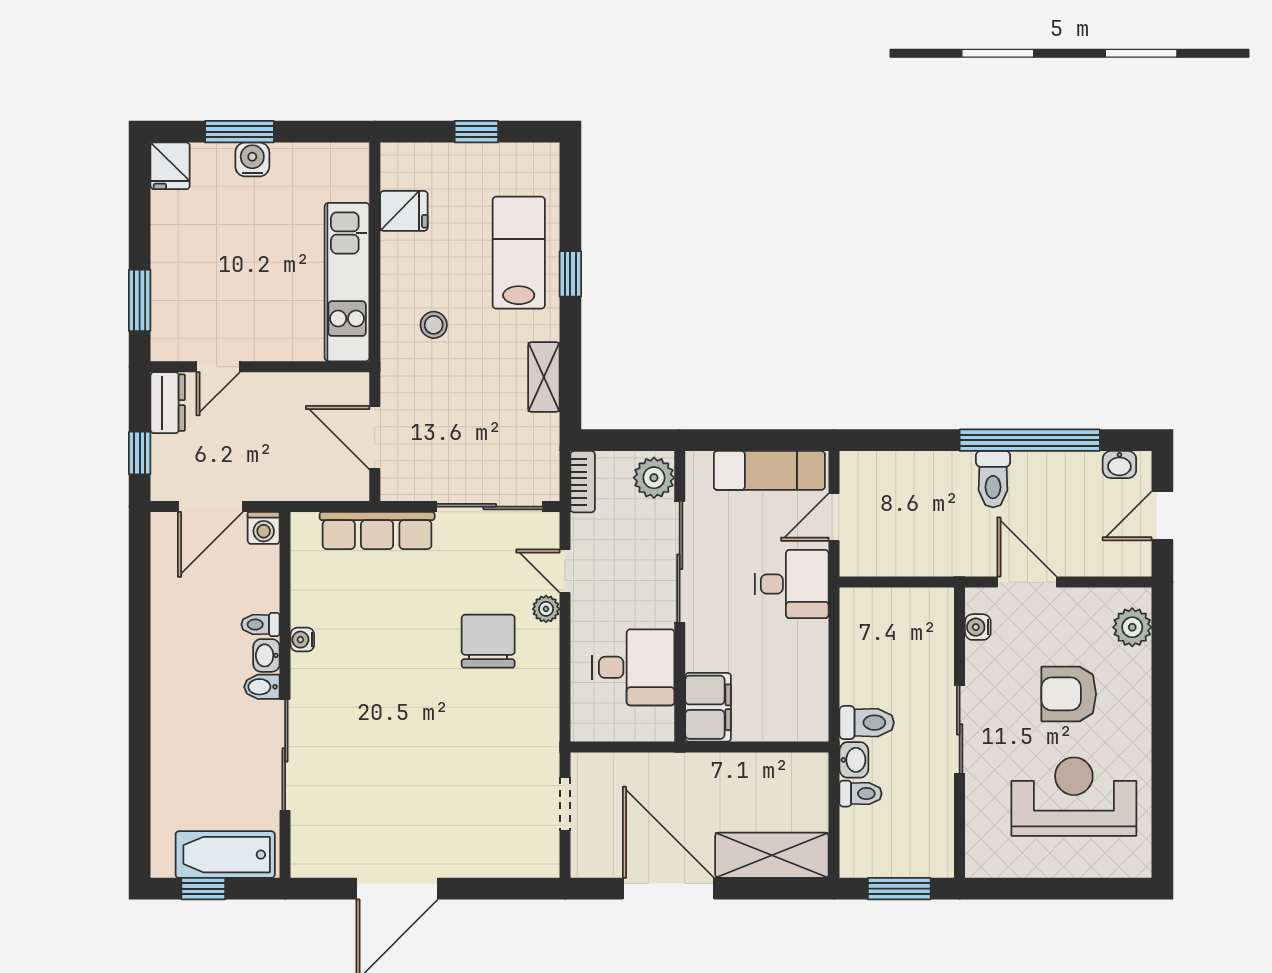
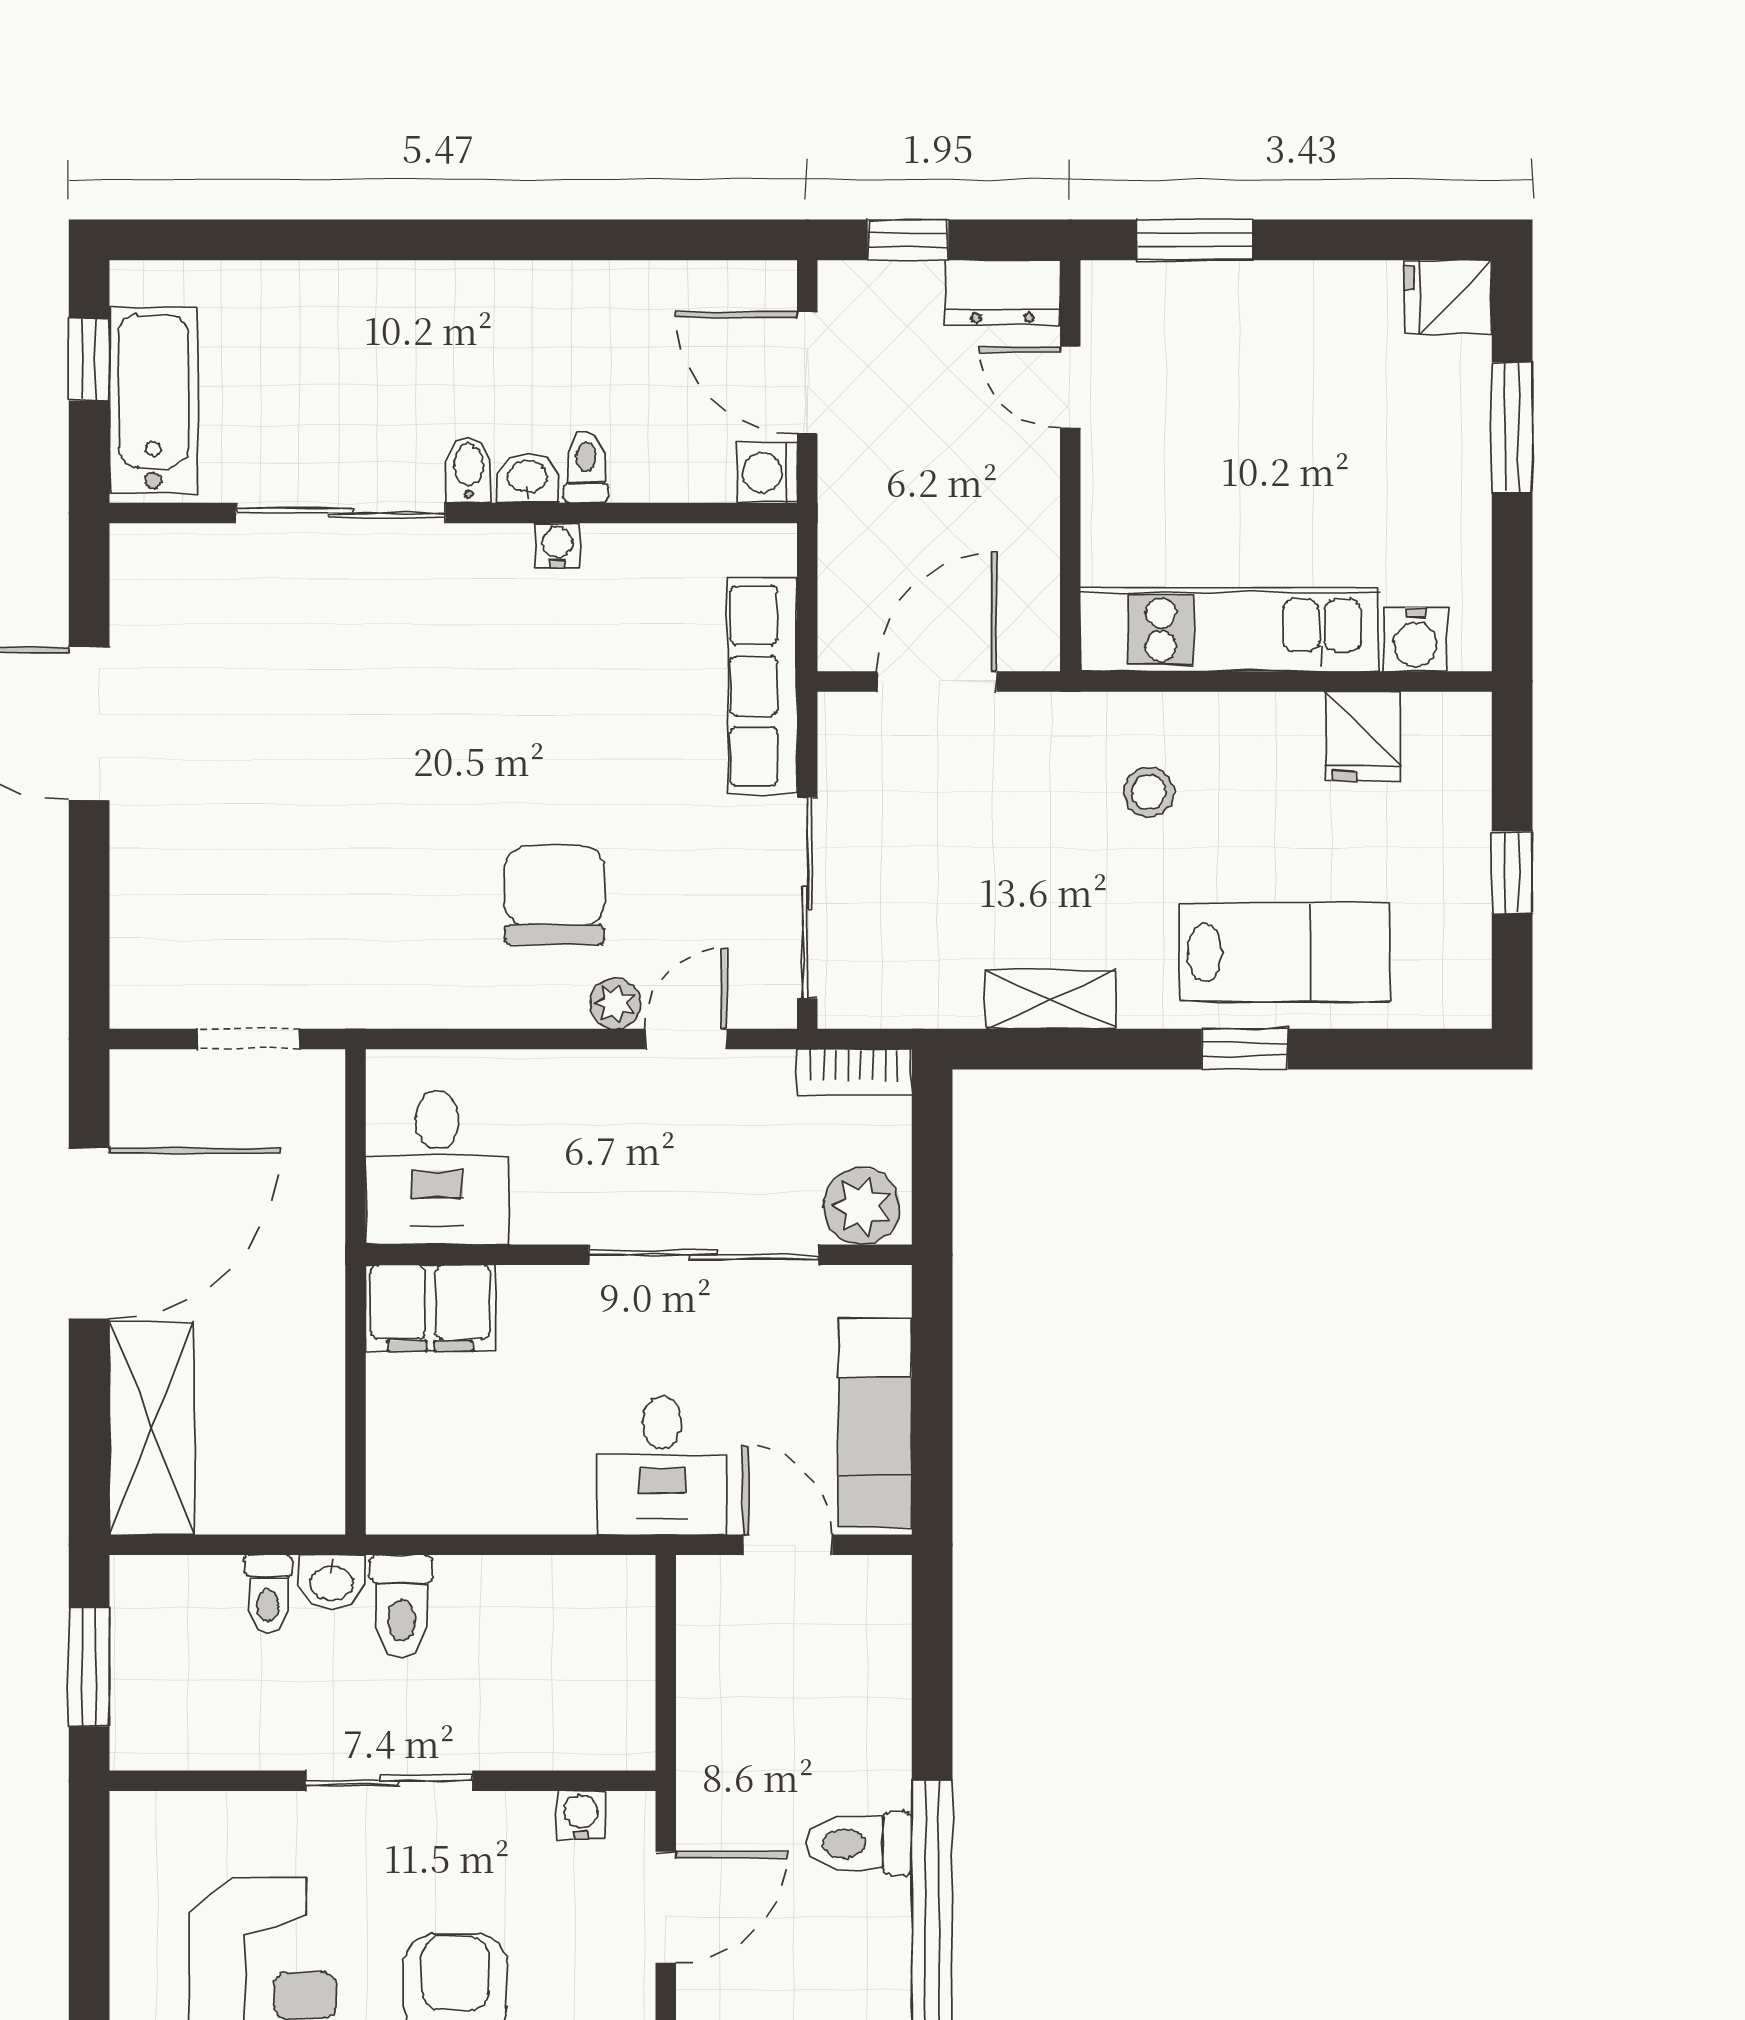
water cooler: (252, 159) -> (1415, 639), moved, turned 90
chair: (488, 641) -> (554, 895), turned -90
desk: (633, 667) -> (437, 1167), moved

